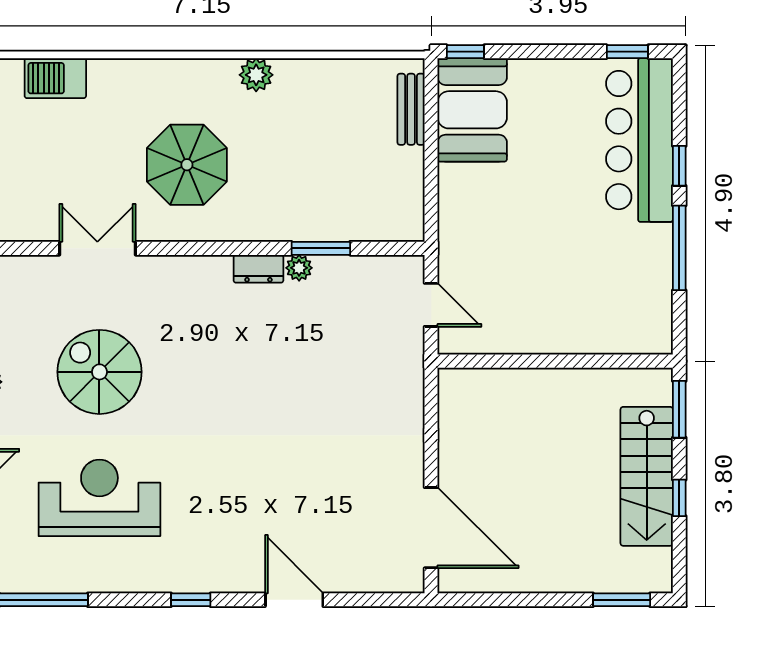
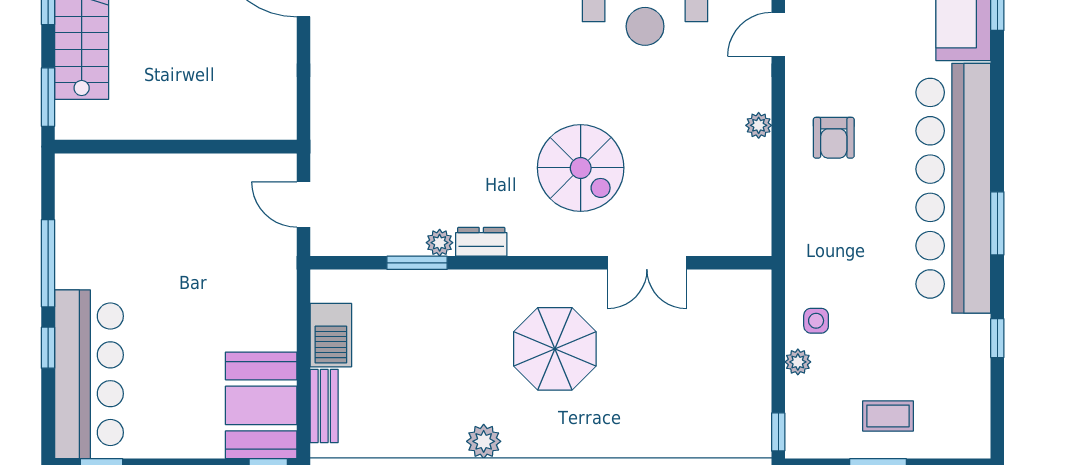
barbecue: (55, 78) -> (331, 335), moved, turned 90
spiral stairs: (99, 372) -> (581, 168), moved

